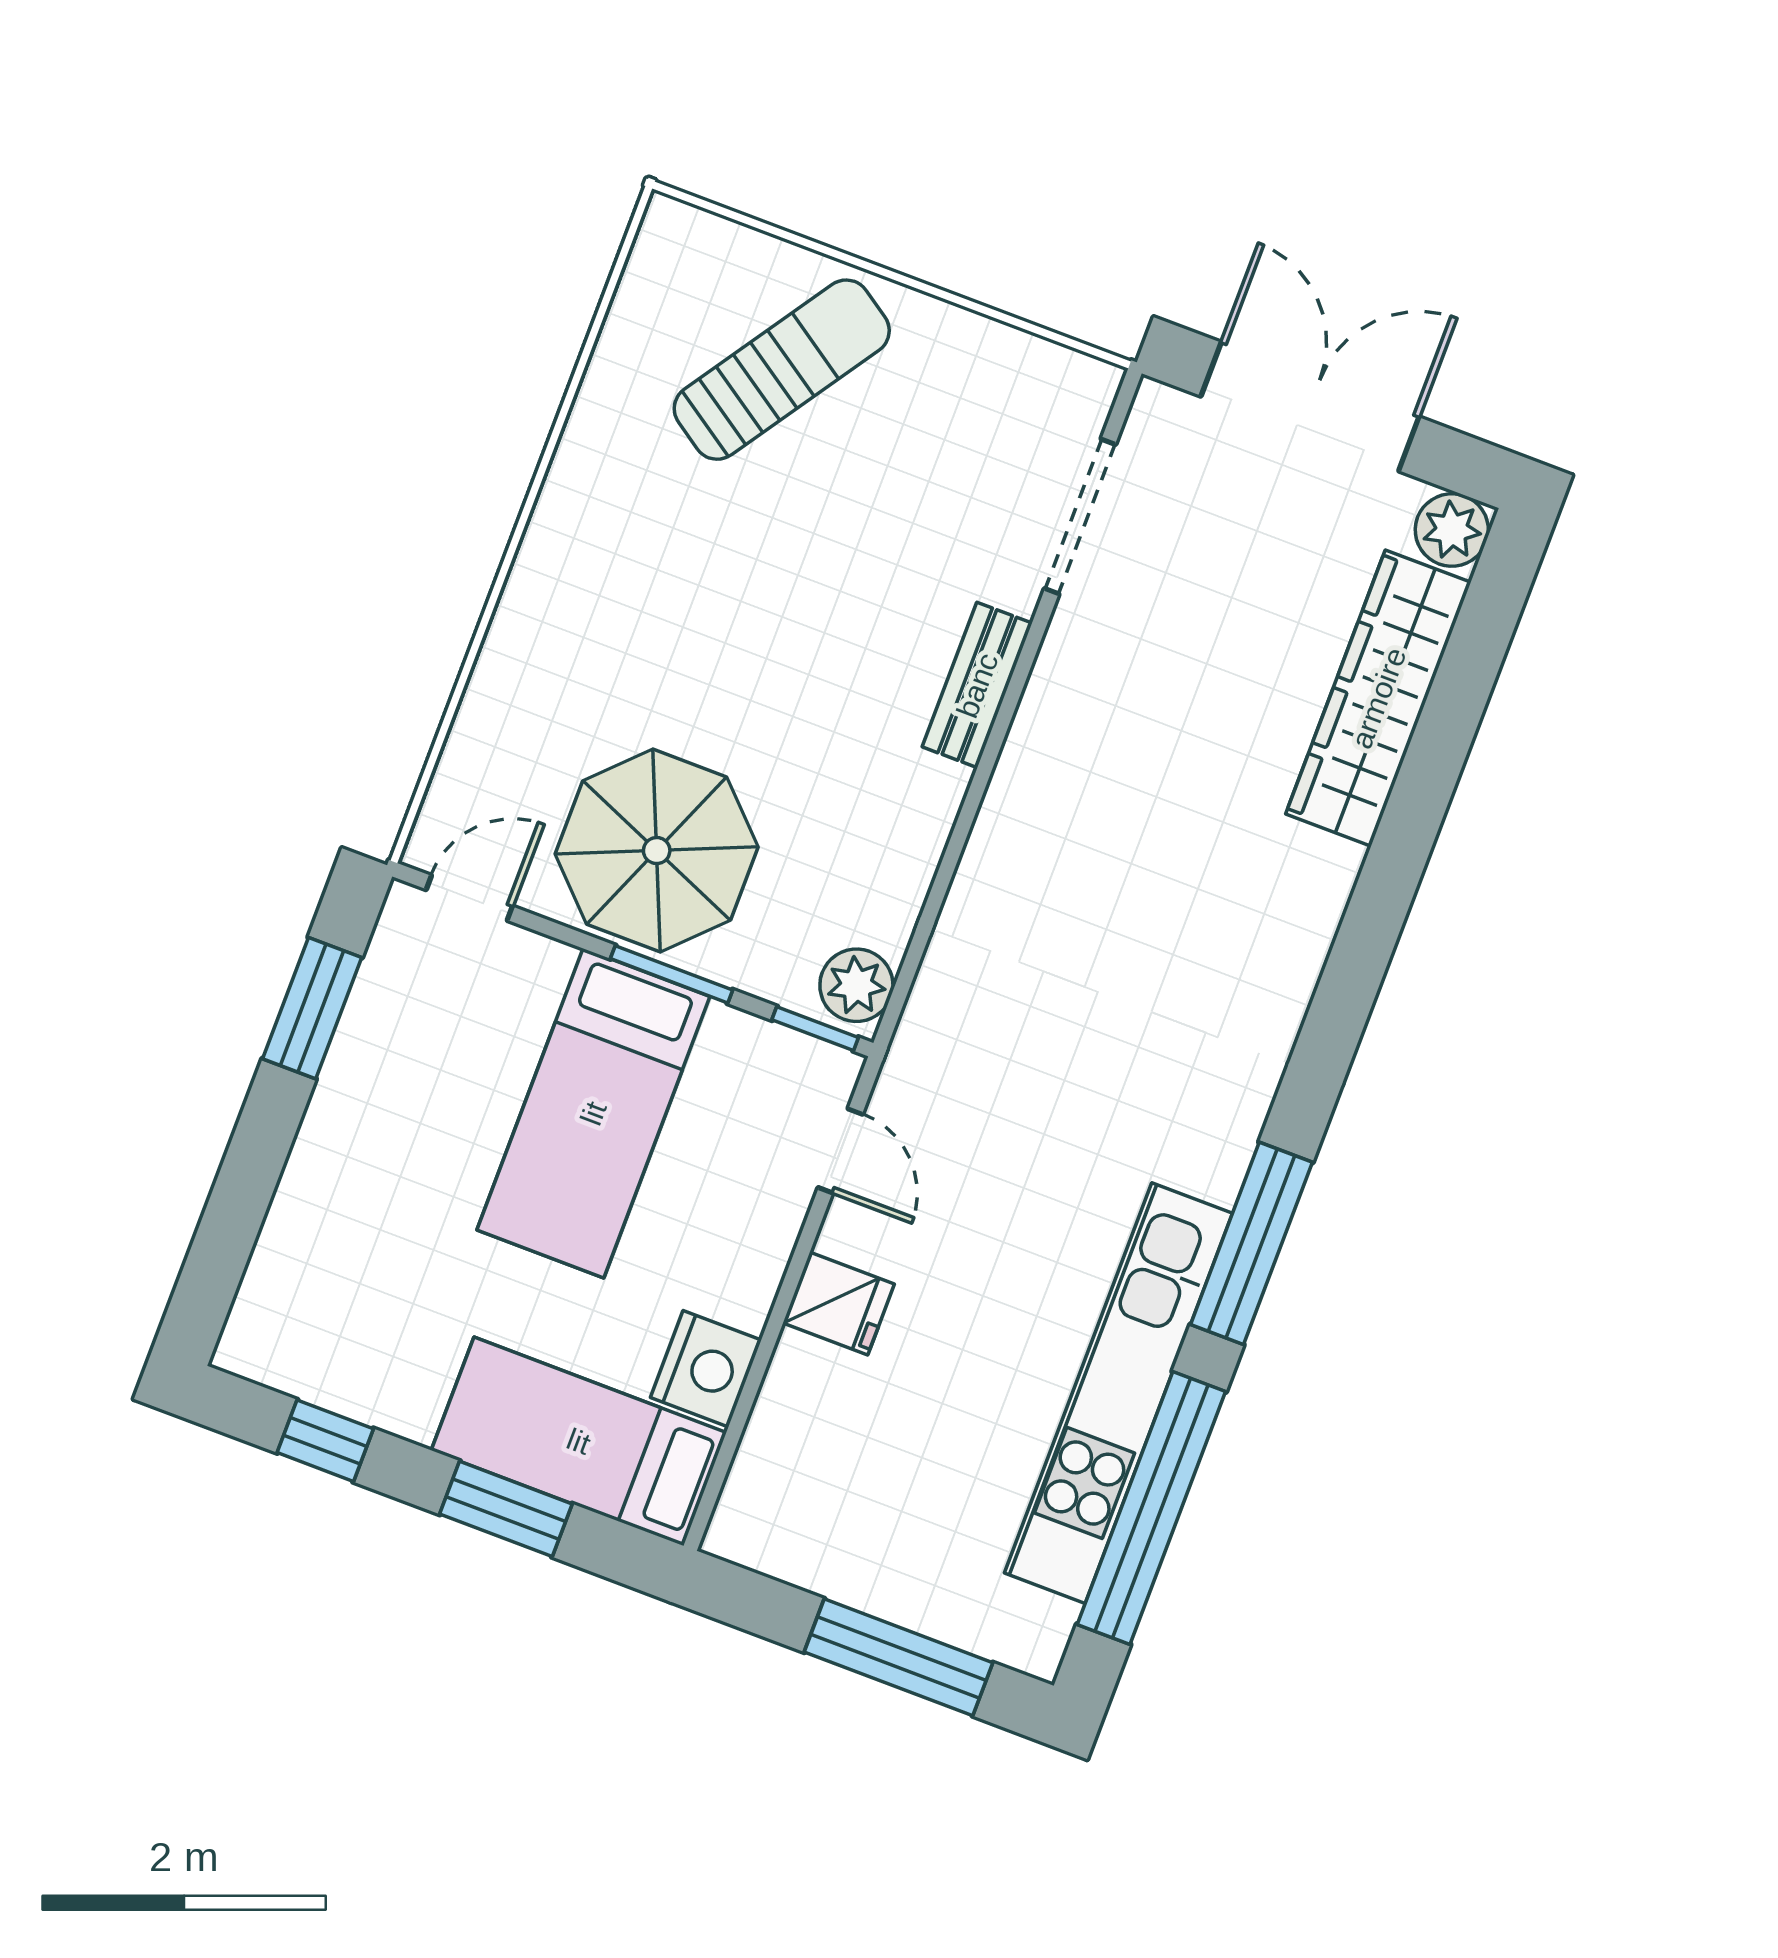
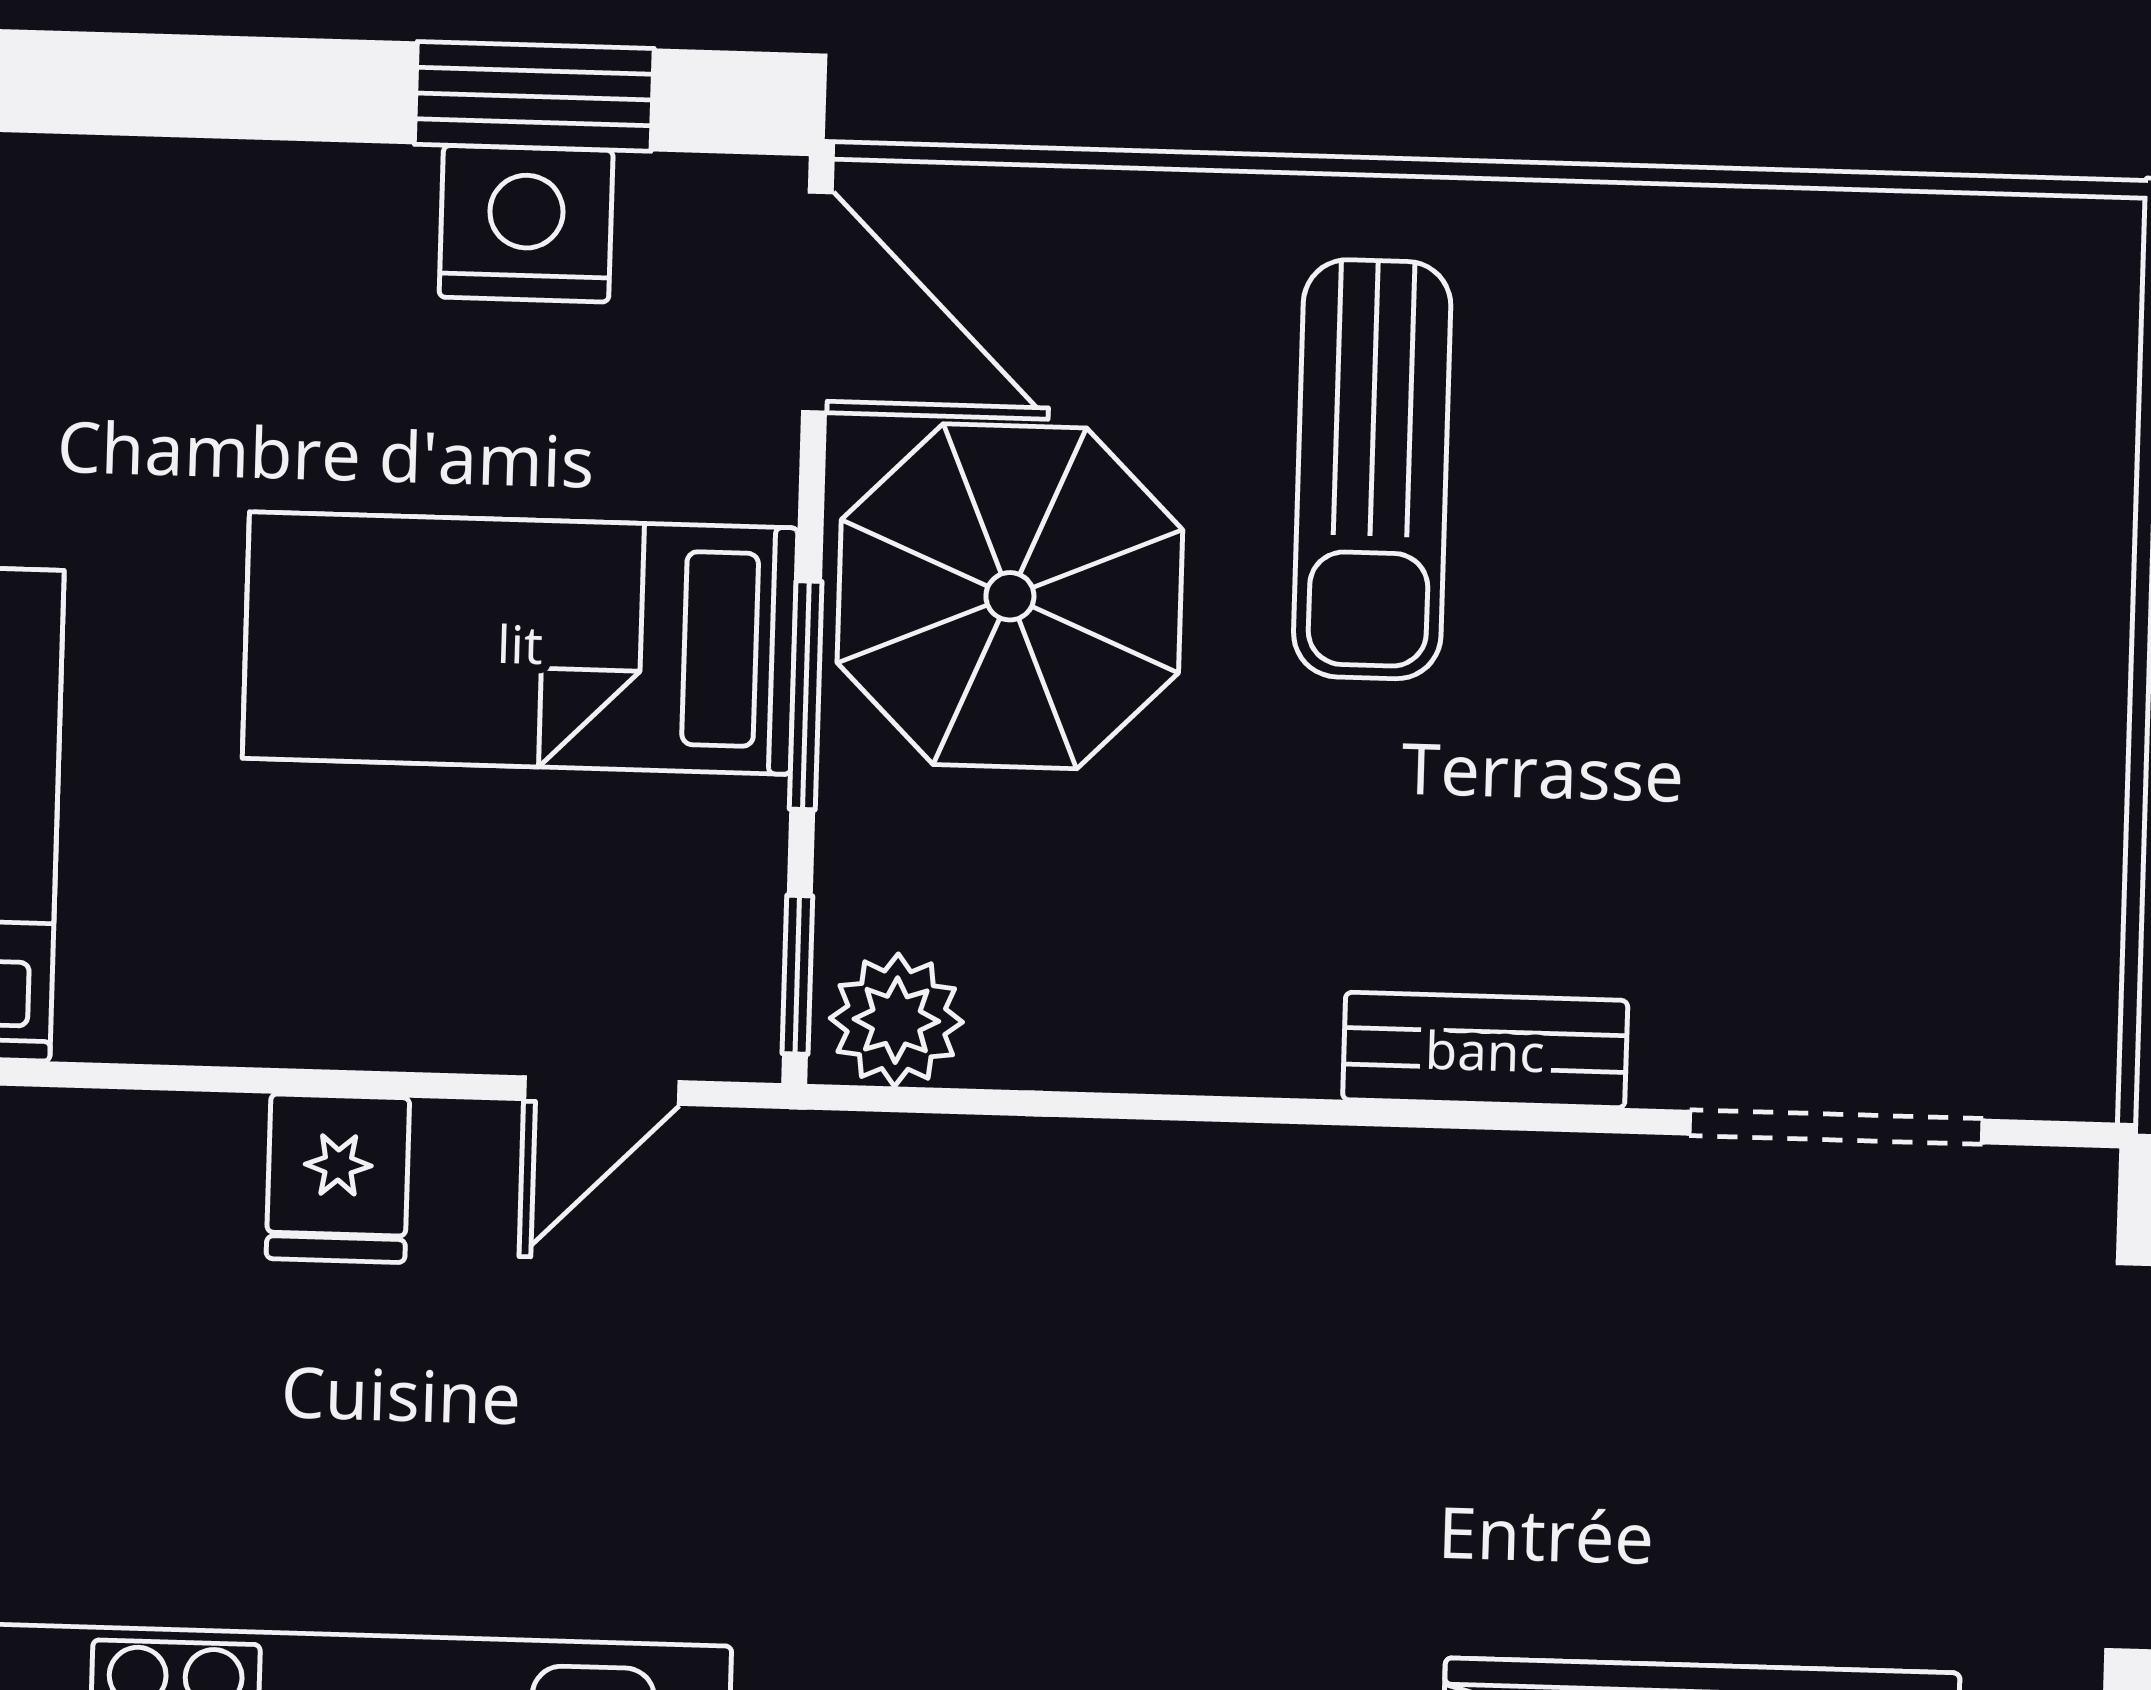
sun lounger: (782, 370) -> (1372, 469), moved, turned 56
door: (469, 898) -> (817, 302), width x1.38
nightstand: (706, 1369) -> (526, 224), moved, turned 180

